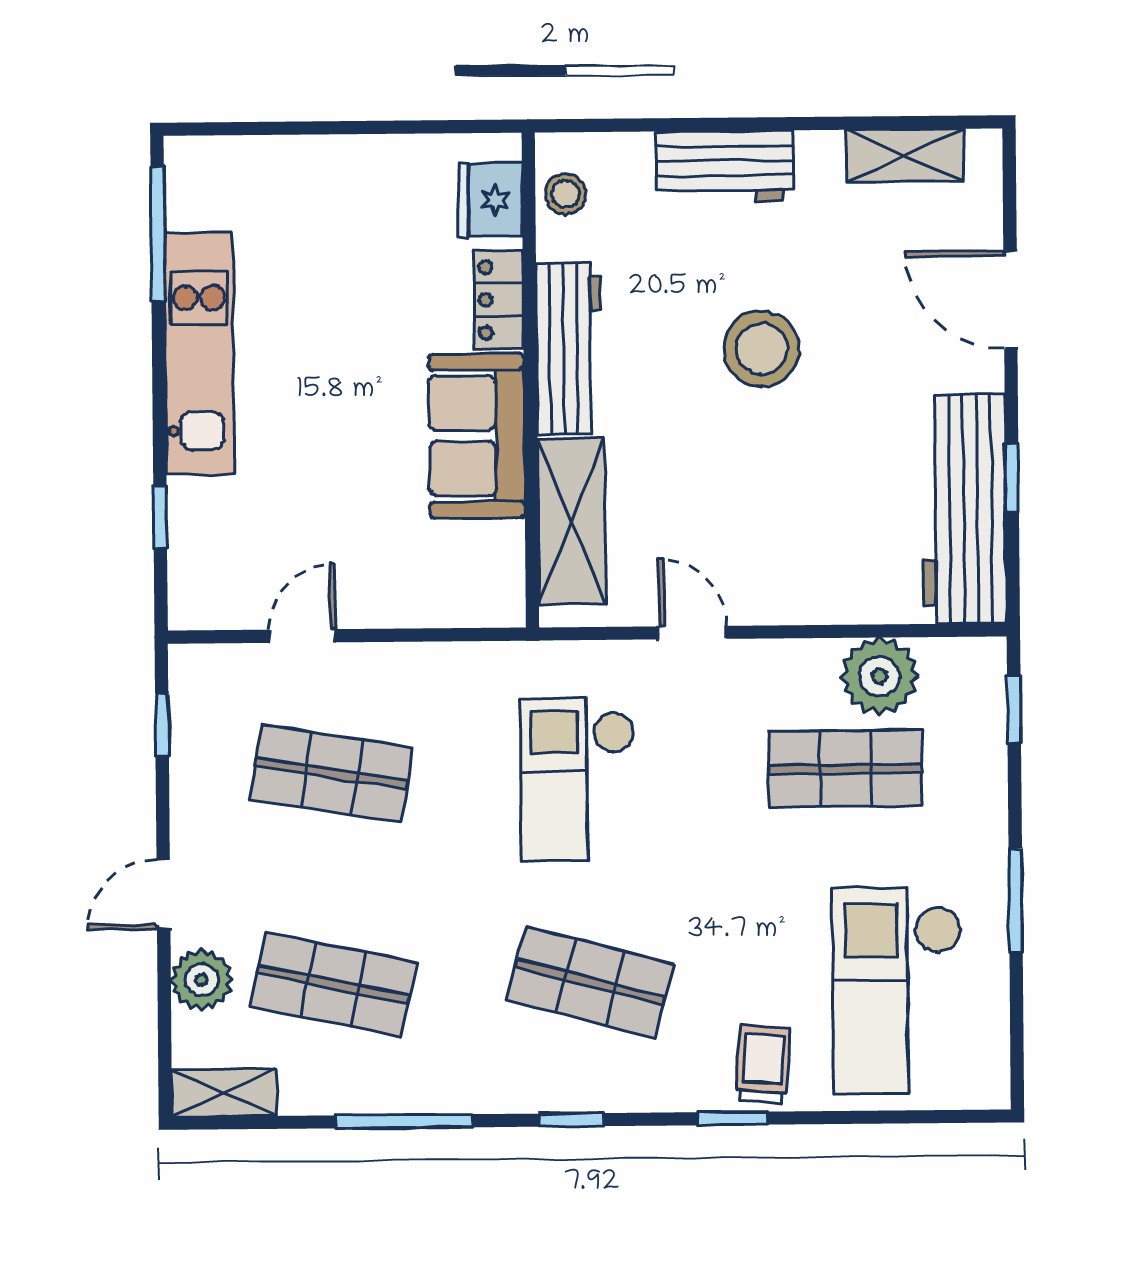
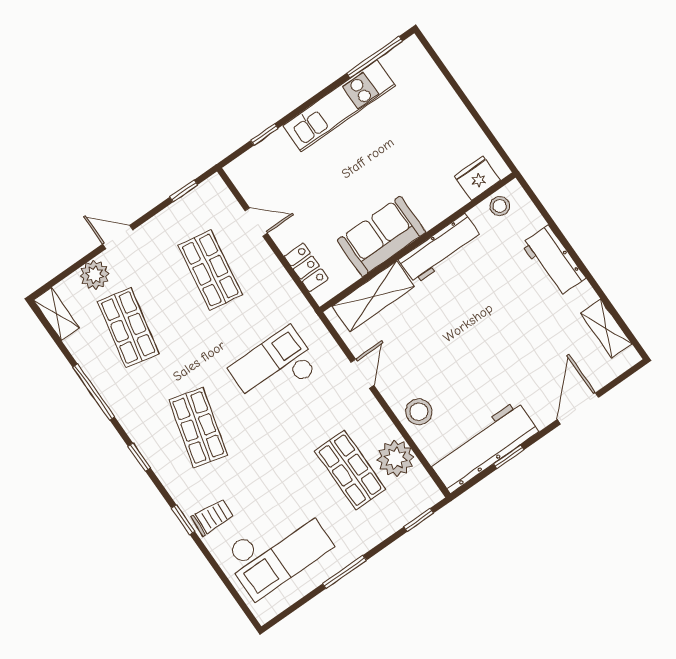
locker: (498, 300) -> (306, 267), moved, turned 90
stool: (761, 349) -> (419, 412), moved, width x0.73, depth x0.73
checkout: (897, 990) -> (277, 550), turned 180

